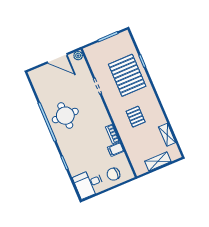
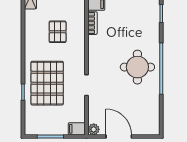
filing cabinet: (91, 51) -> (77, 129), added

